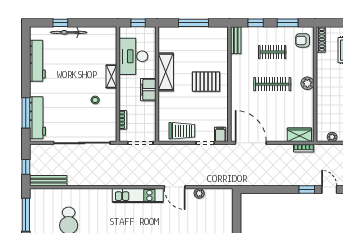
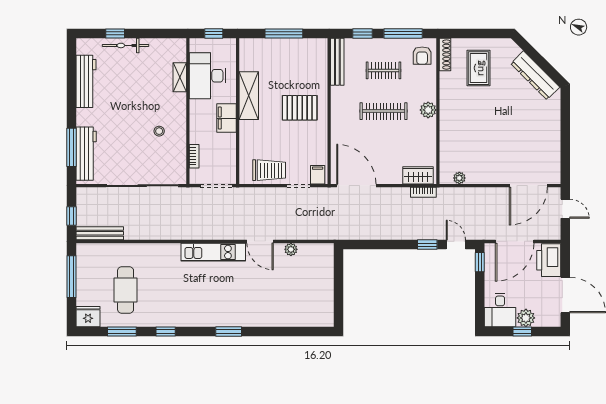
window: (288, 23) -> (403, 33), width x1.44
bench: (236, 40) -> (337, 62), width x1.36
armchair: (303, 40) -> (422, 56), turned -90
shelving: (111, 76) -> (180, 77), moved

